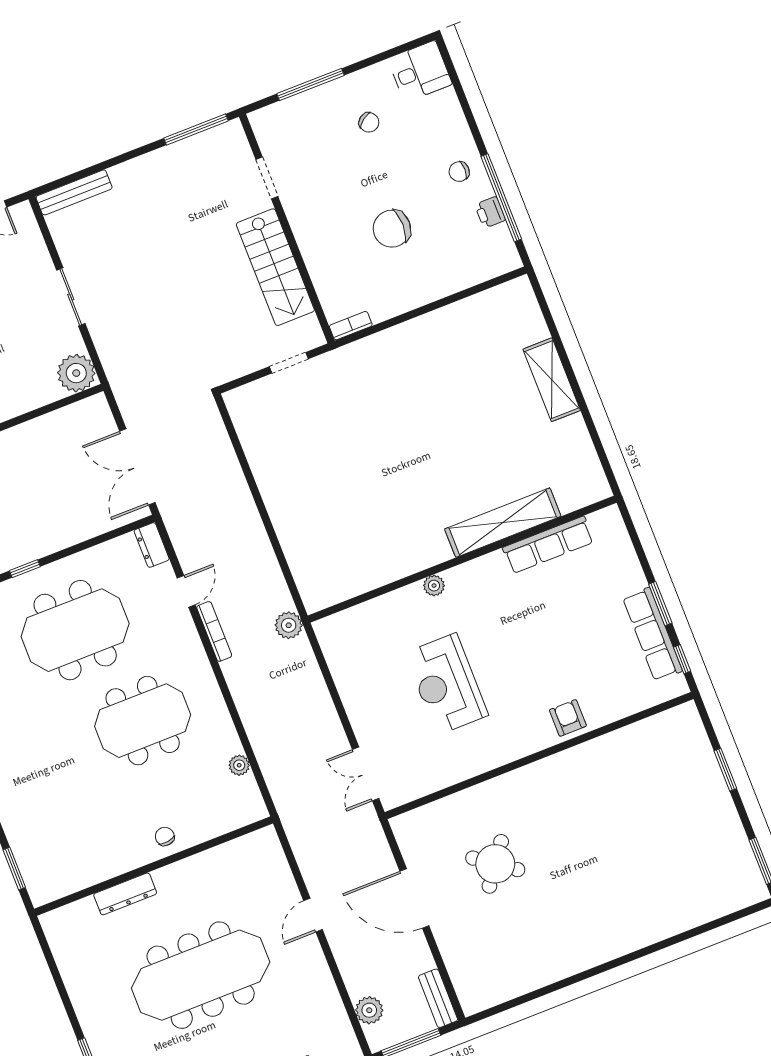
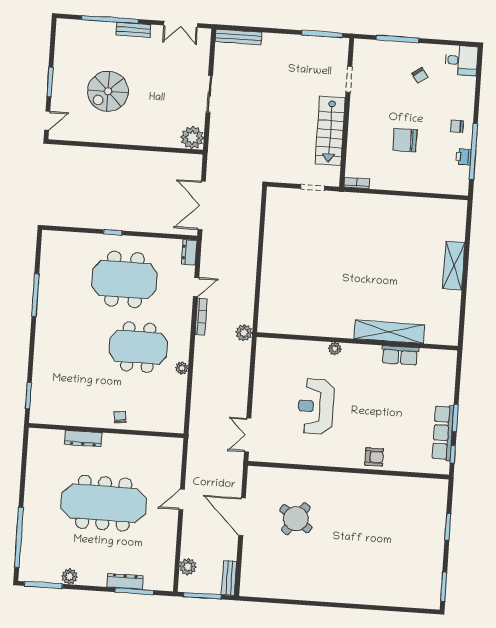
row of seats: (548, 545) -> (400, 355), width x0.68
armchair: (568, 718) -> (374, 457), turned 90
plant: (239, 765) -> (182, 368), moved

